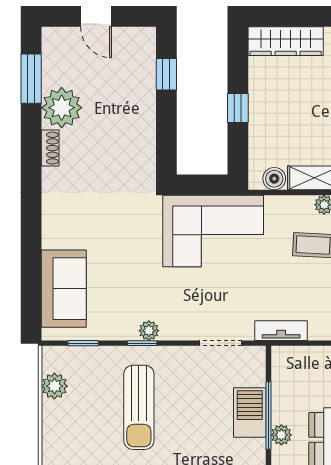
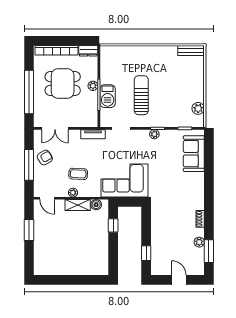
wardrobe: (286, 41) -> (91, 268), removed
plant: (62, 108) -> (199, 242), width x0.53, depth x0.53
window: (238, 108) -> (113, 225), moved
sun lounger: (139, 407) -> (141, 95), moved

